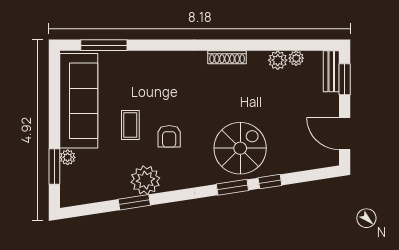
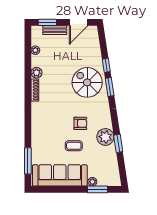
plant: (278, 60) -> (36, 73), moved
bench: (331, 71) -> (55, 30), moved

